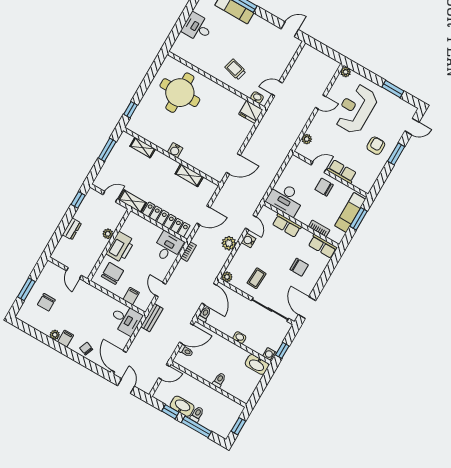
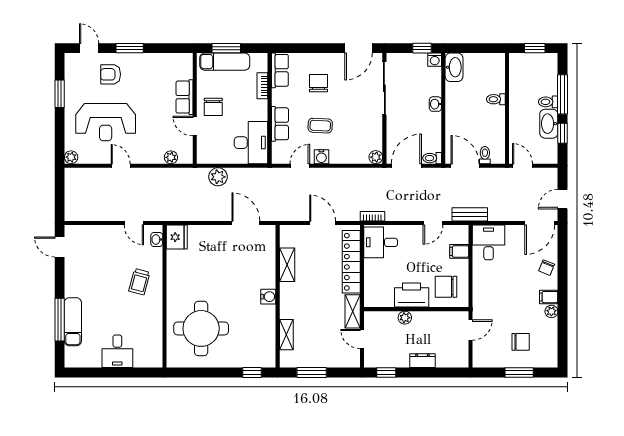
armchair: (376, 146) -> (111, 74), moved
plant: (229, 243) -> (218, 177), moved
coffee table: (257, 278) -> (320, 126), moved

